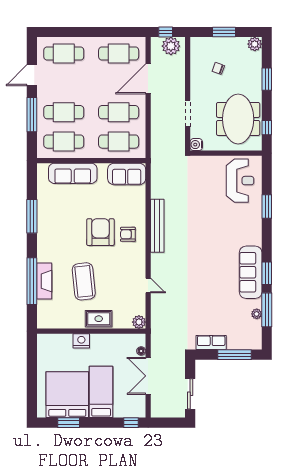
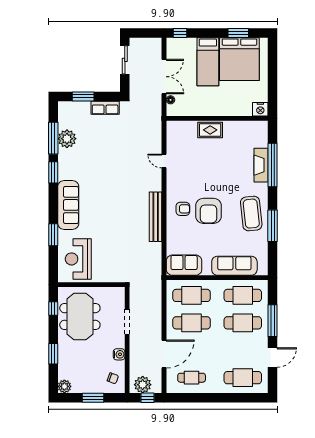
cafe table: (119, 53) -> (192, 378), width x0.73, depth x0.74
chair: (218, 68) -> (113, 378), moved
water cooler: (196, 145) -> (119, 354), moved
sofa: (251, 272) -> (68, 205), moved
coffee table: (84, 281) -> (251, 214), moved
plant: (257, 314) -> (67, 139), width x1.87, depth x1.87
plant: (139, 322) -> (173, 127), removed
nightstand: (81, 341) -> (260, 109), moved
window: (235, 355) -> (83, 96), width x0.69

